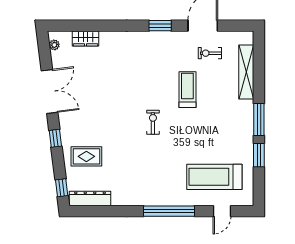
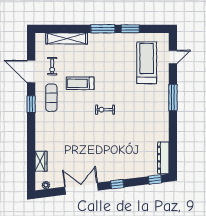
exercise mat: (169, 52) -> (51, 98), added
rug: (86, 156) -> (131, 160), removed
treadmill: (214, 177) -> (147, 63), turned 180
window: (169, 211) -> (173, 97), width x0.68
door: (222, 211) -> (173, 57), hinge flipped

